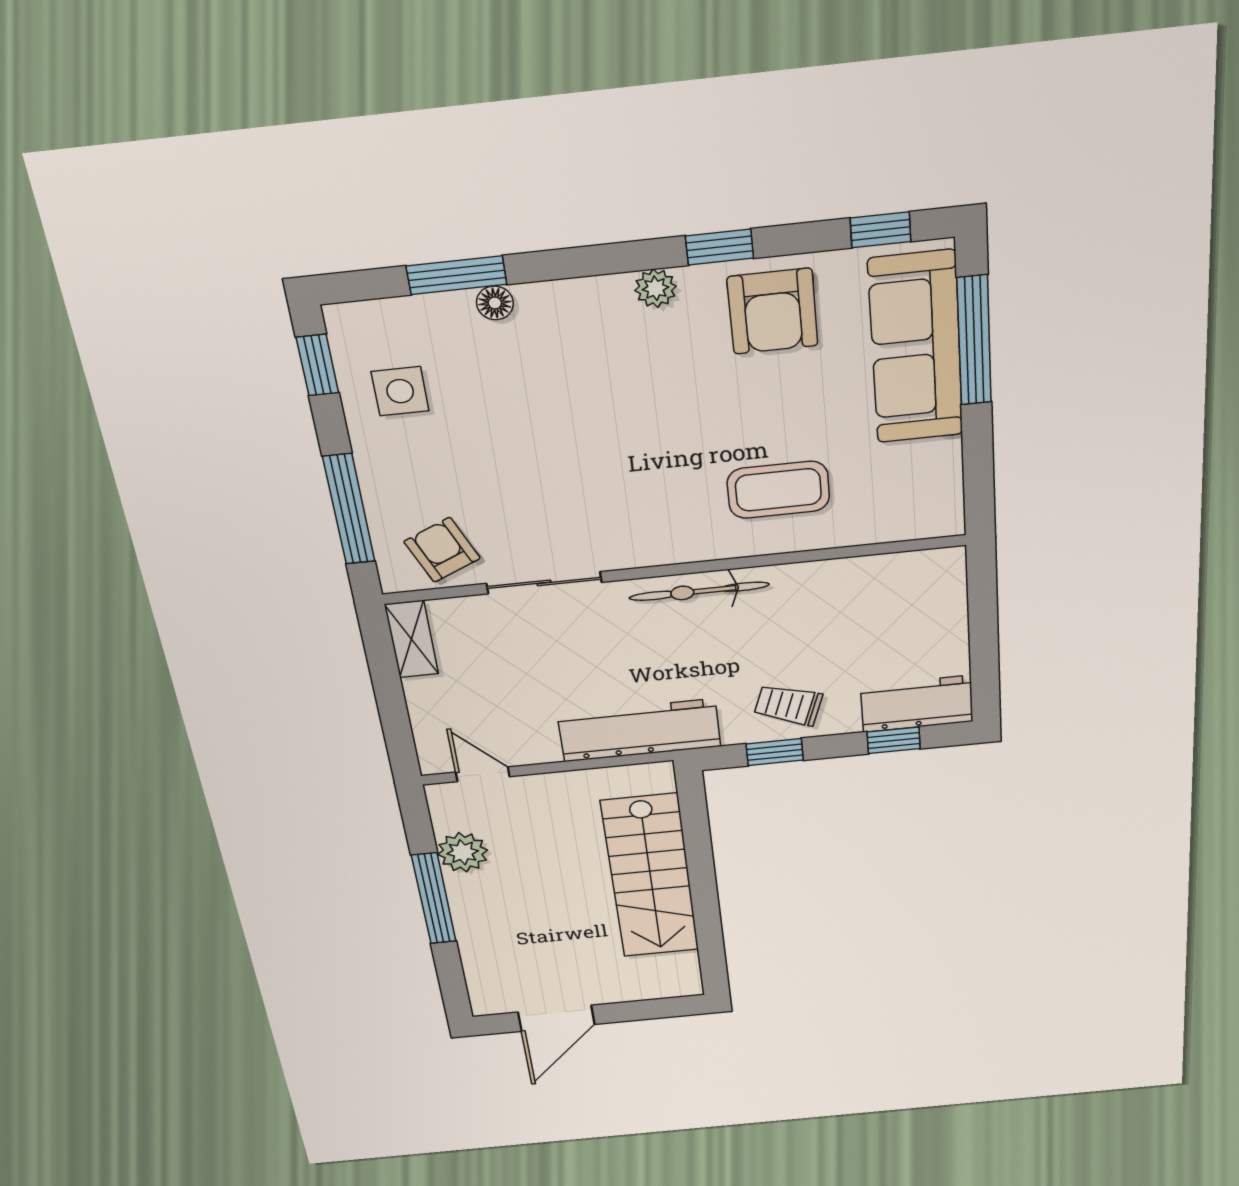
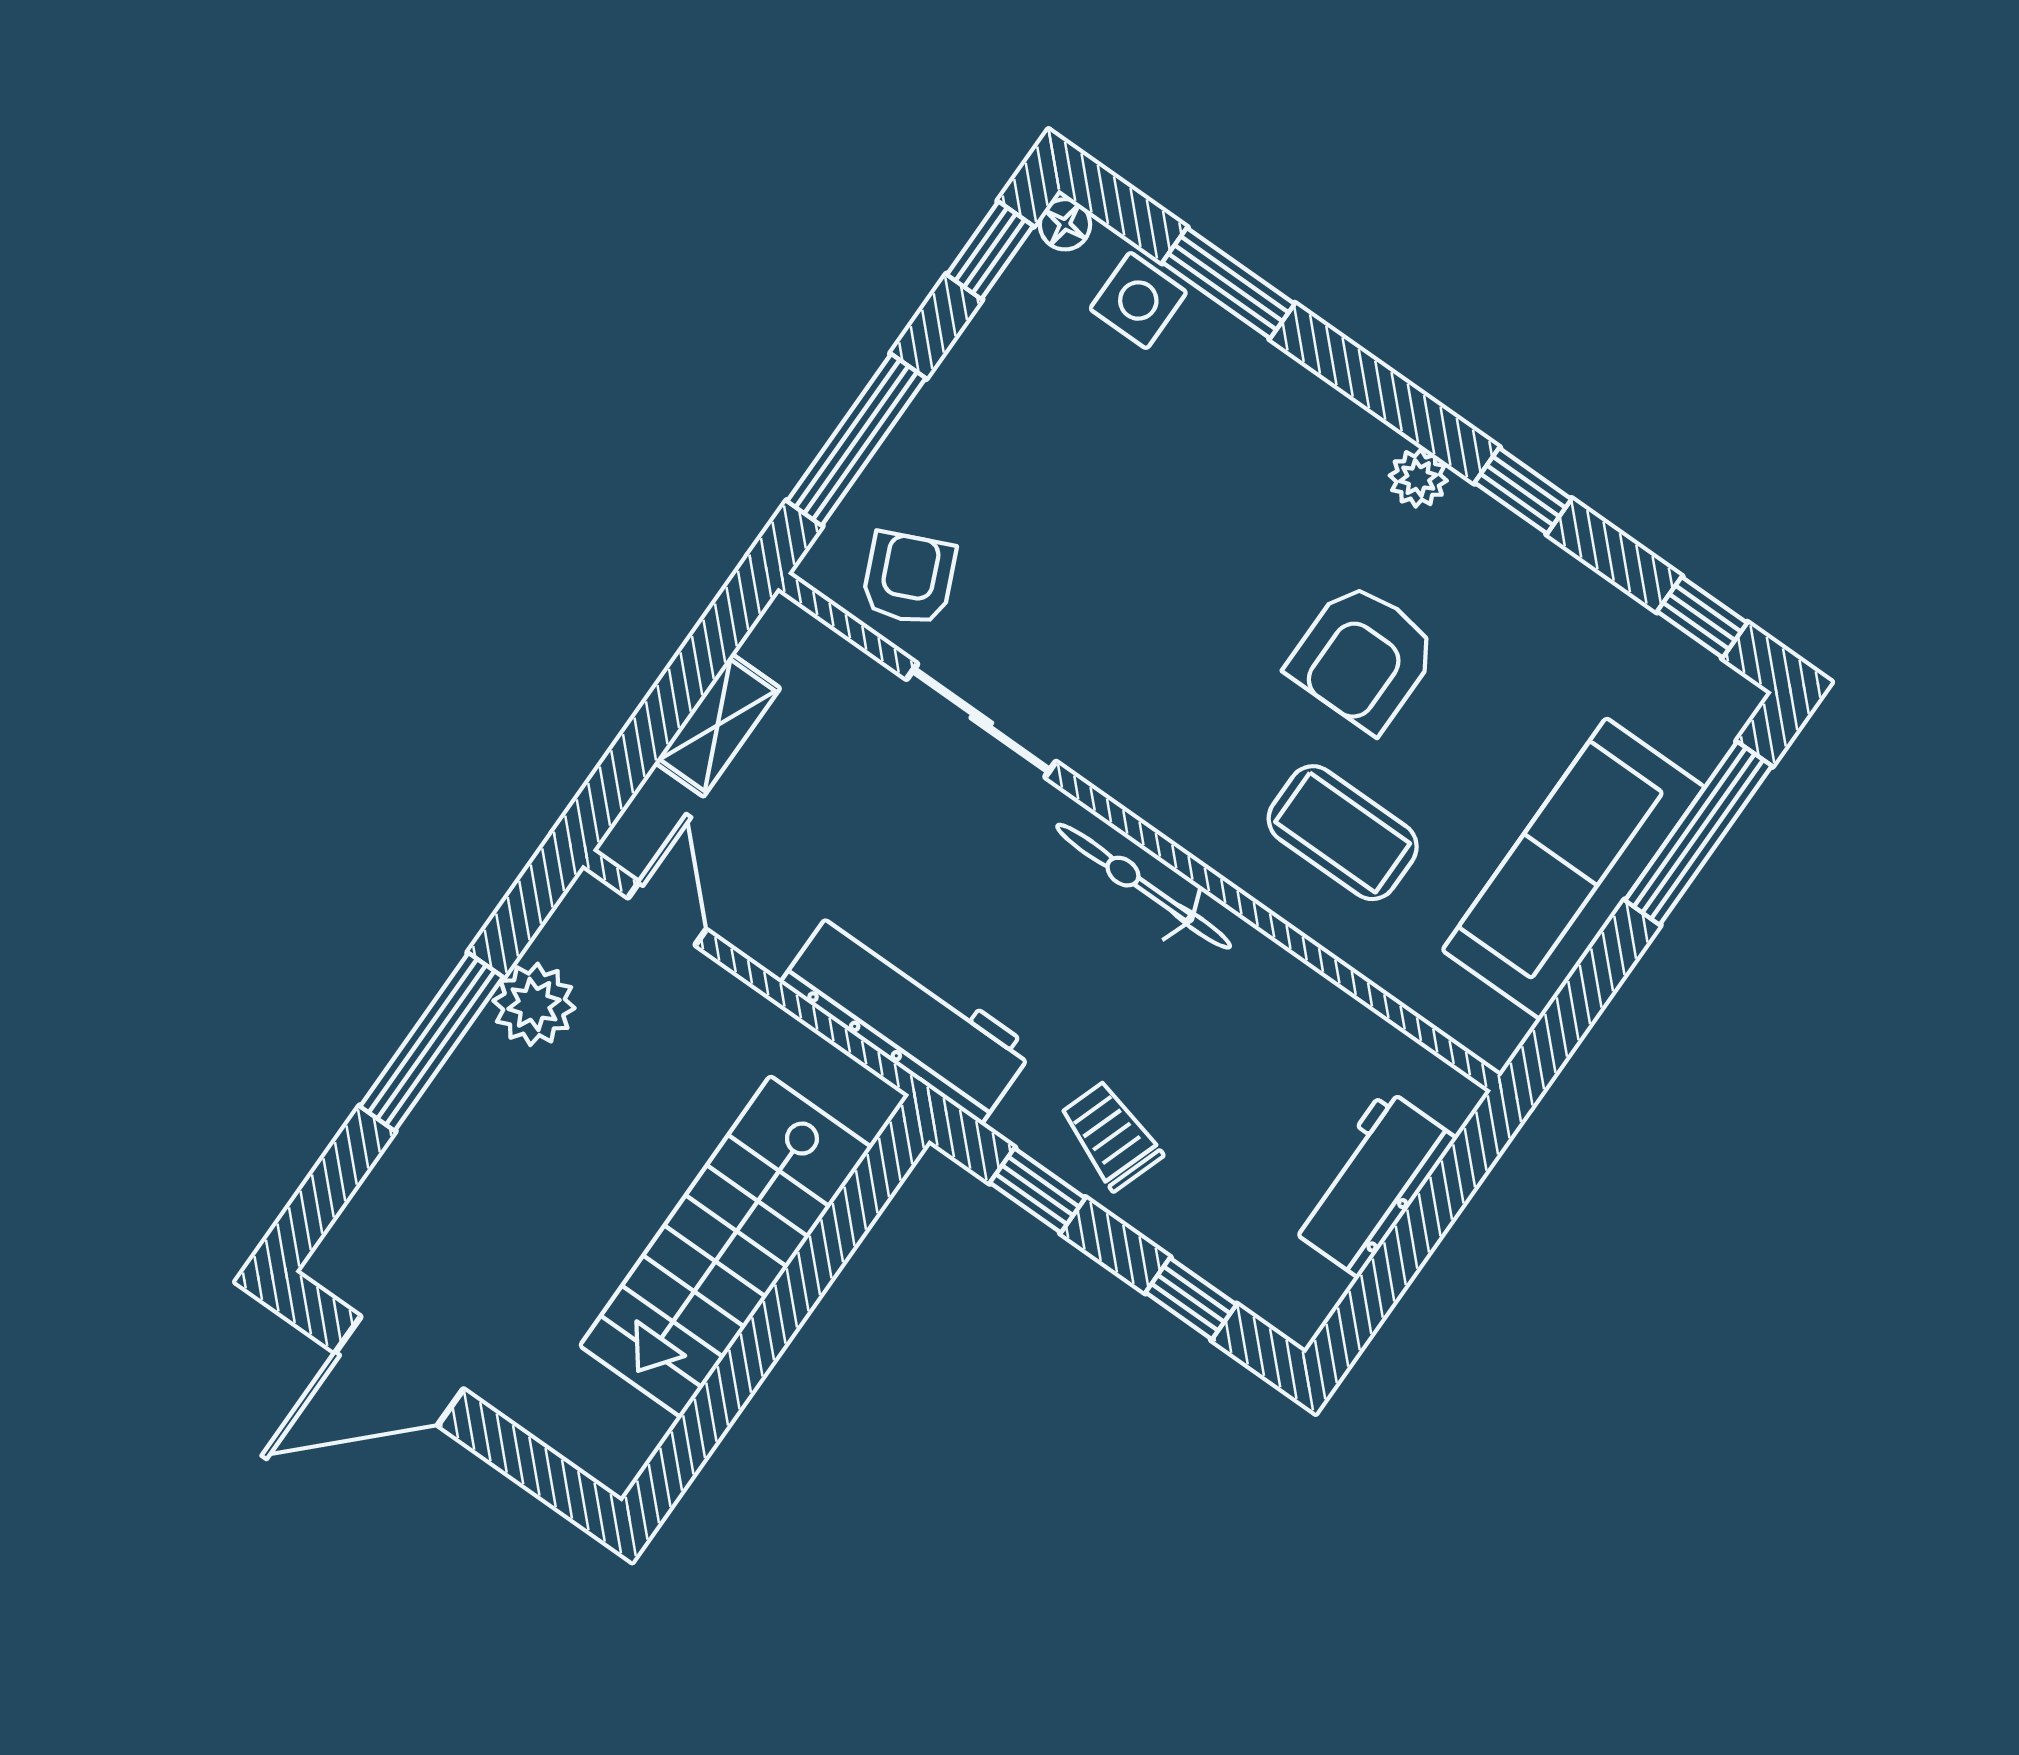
floor lamp: (495, 303) -> (1065, 224), moved
armchair: (773, 311) -> (1363, 657), moved
sofa: (916, 348) -> (1573, 869), moved
side table: (400, 391) -> (1138, 301), moved
shelving: (412, 639) -> (718, 725), moved
workbench: (917, 704) -> (1372, 1183), moved, turned -90

